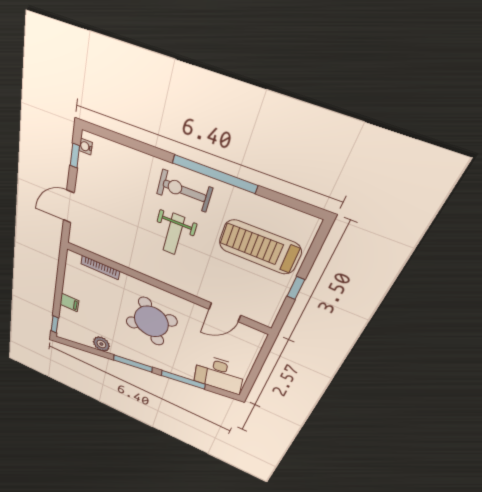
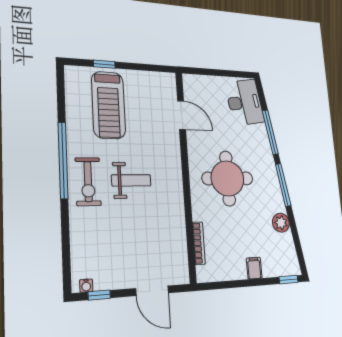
window: (296, 288) -> (104, 64), moved
round table: (151, 321) -> (228, 178), turned 31

